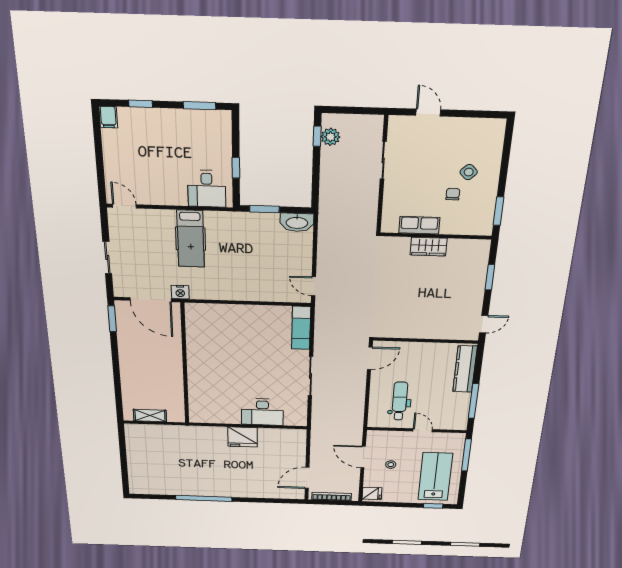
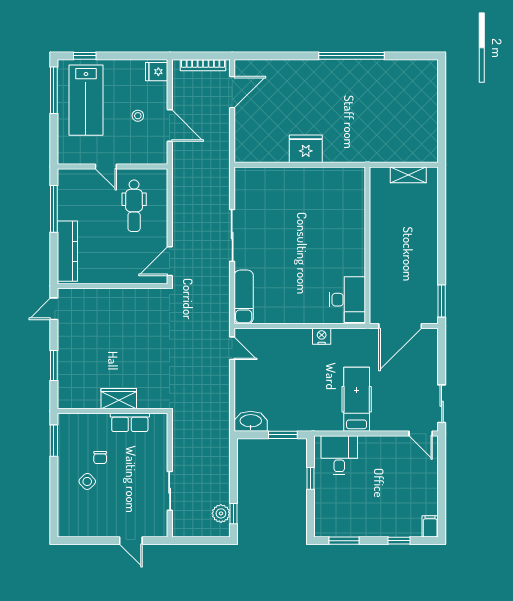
sliding door: (107, 258) -> (442, 404), moved
nightstand: (180, 292) -> (322, 336), moved
door: (151, 300) -> (400, 326), swing flipped
desk: (262, 412) -> (347, 300), moved, turned 90
window: (466, 455) -> (54, 90), moved

